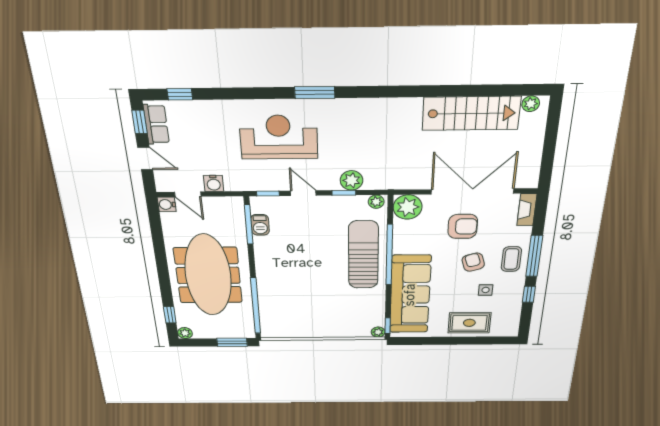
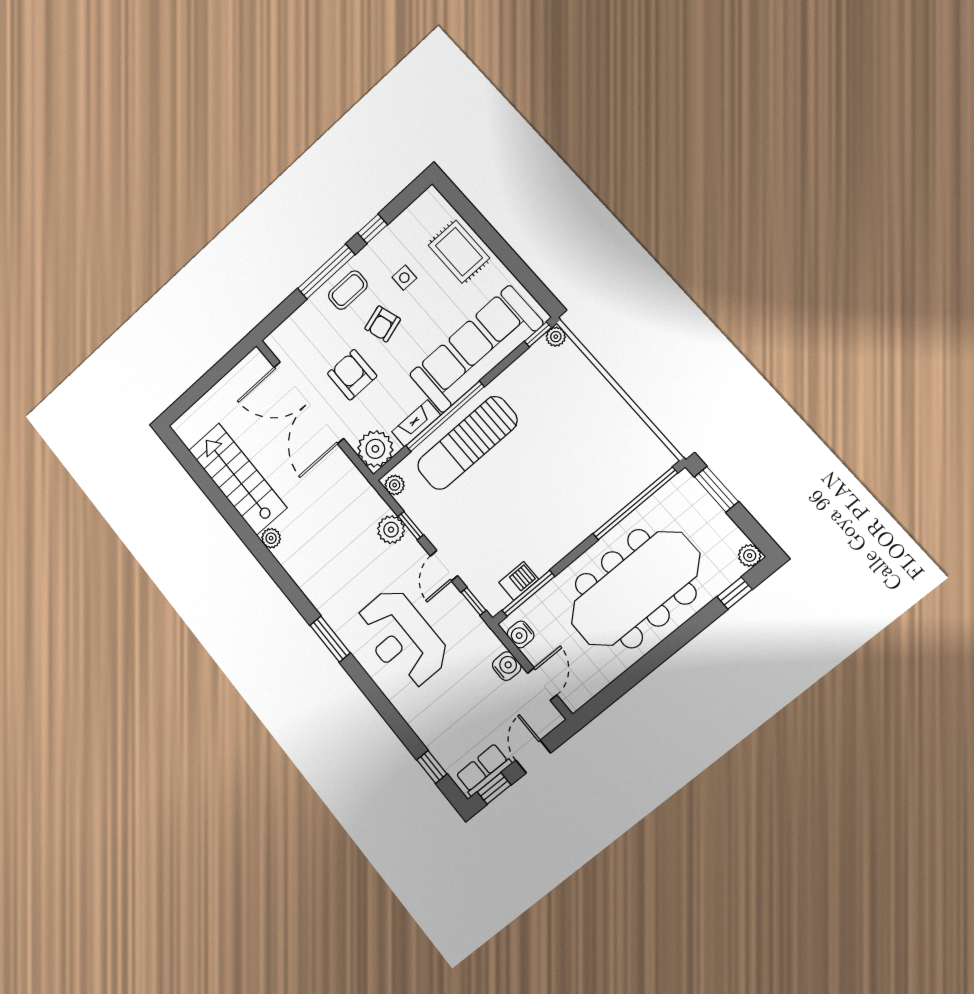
plant: (531, 104) -> (271, 538), moved
water cooler: (167, 204) -> (521, 634), moved, turned 90
fireplace: (527, 210) -> (416, 423), moved, turned 180

